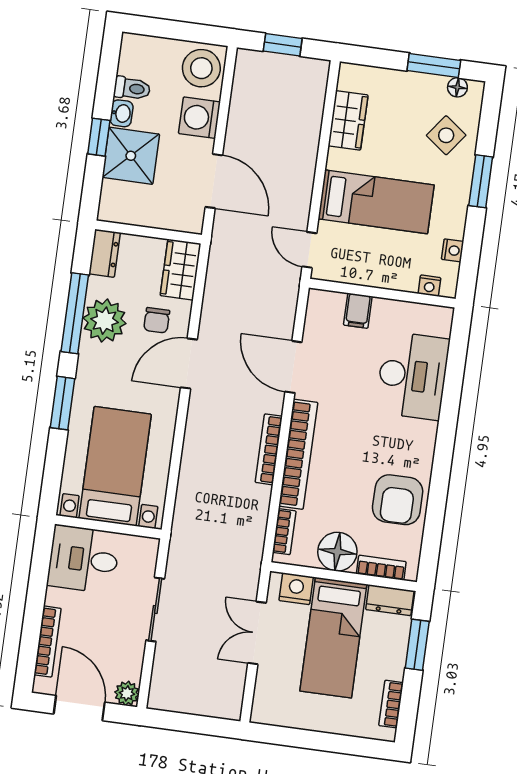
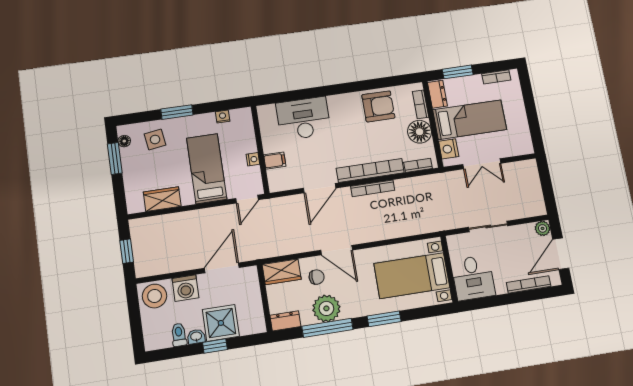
side table: (446, 135) -> (155, 139), turned 45
nightstand: (429, 286) -> (253, 159), moved

